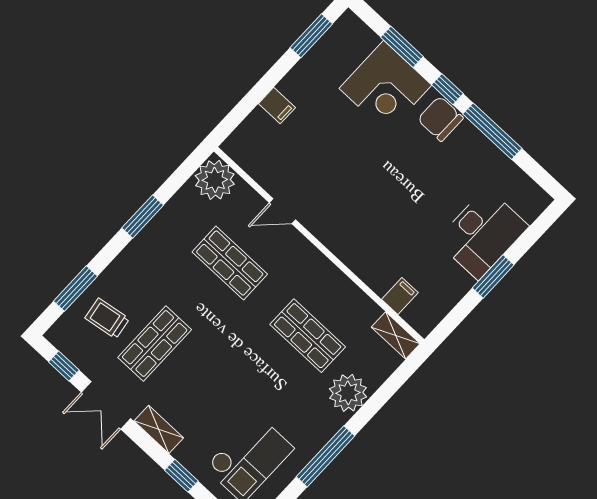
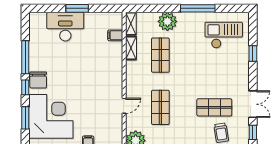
corner desk: (385, 87) -> (51, 116), width x1.36, depth x1.36
door: (282, 211) -> (124, 106), hinge flipped
shelving: (159, 429) -> (131, 48), moved

